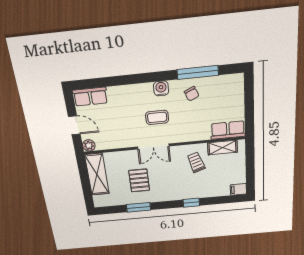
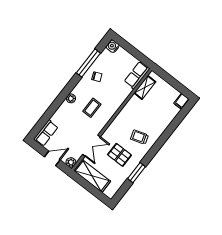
water cooler: (161, 88) -> (113, 46), moved
plant: (147, 89) -> (71, 98), added
double door: (153, 147) -> (92, 146), moved
trolley: (196, 162) -> (139, 137), moved
window: (191, 203) -> (164, 138), removed

